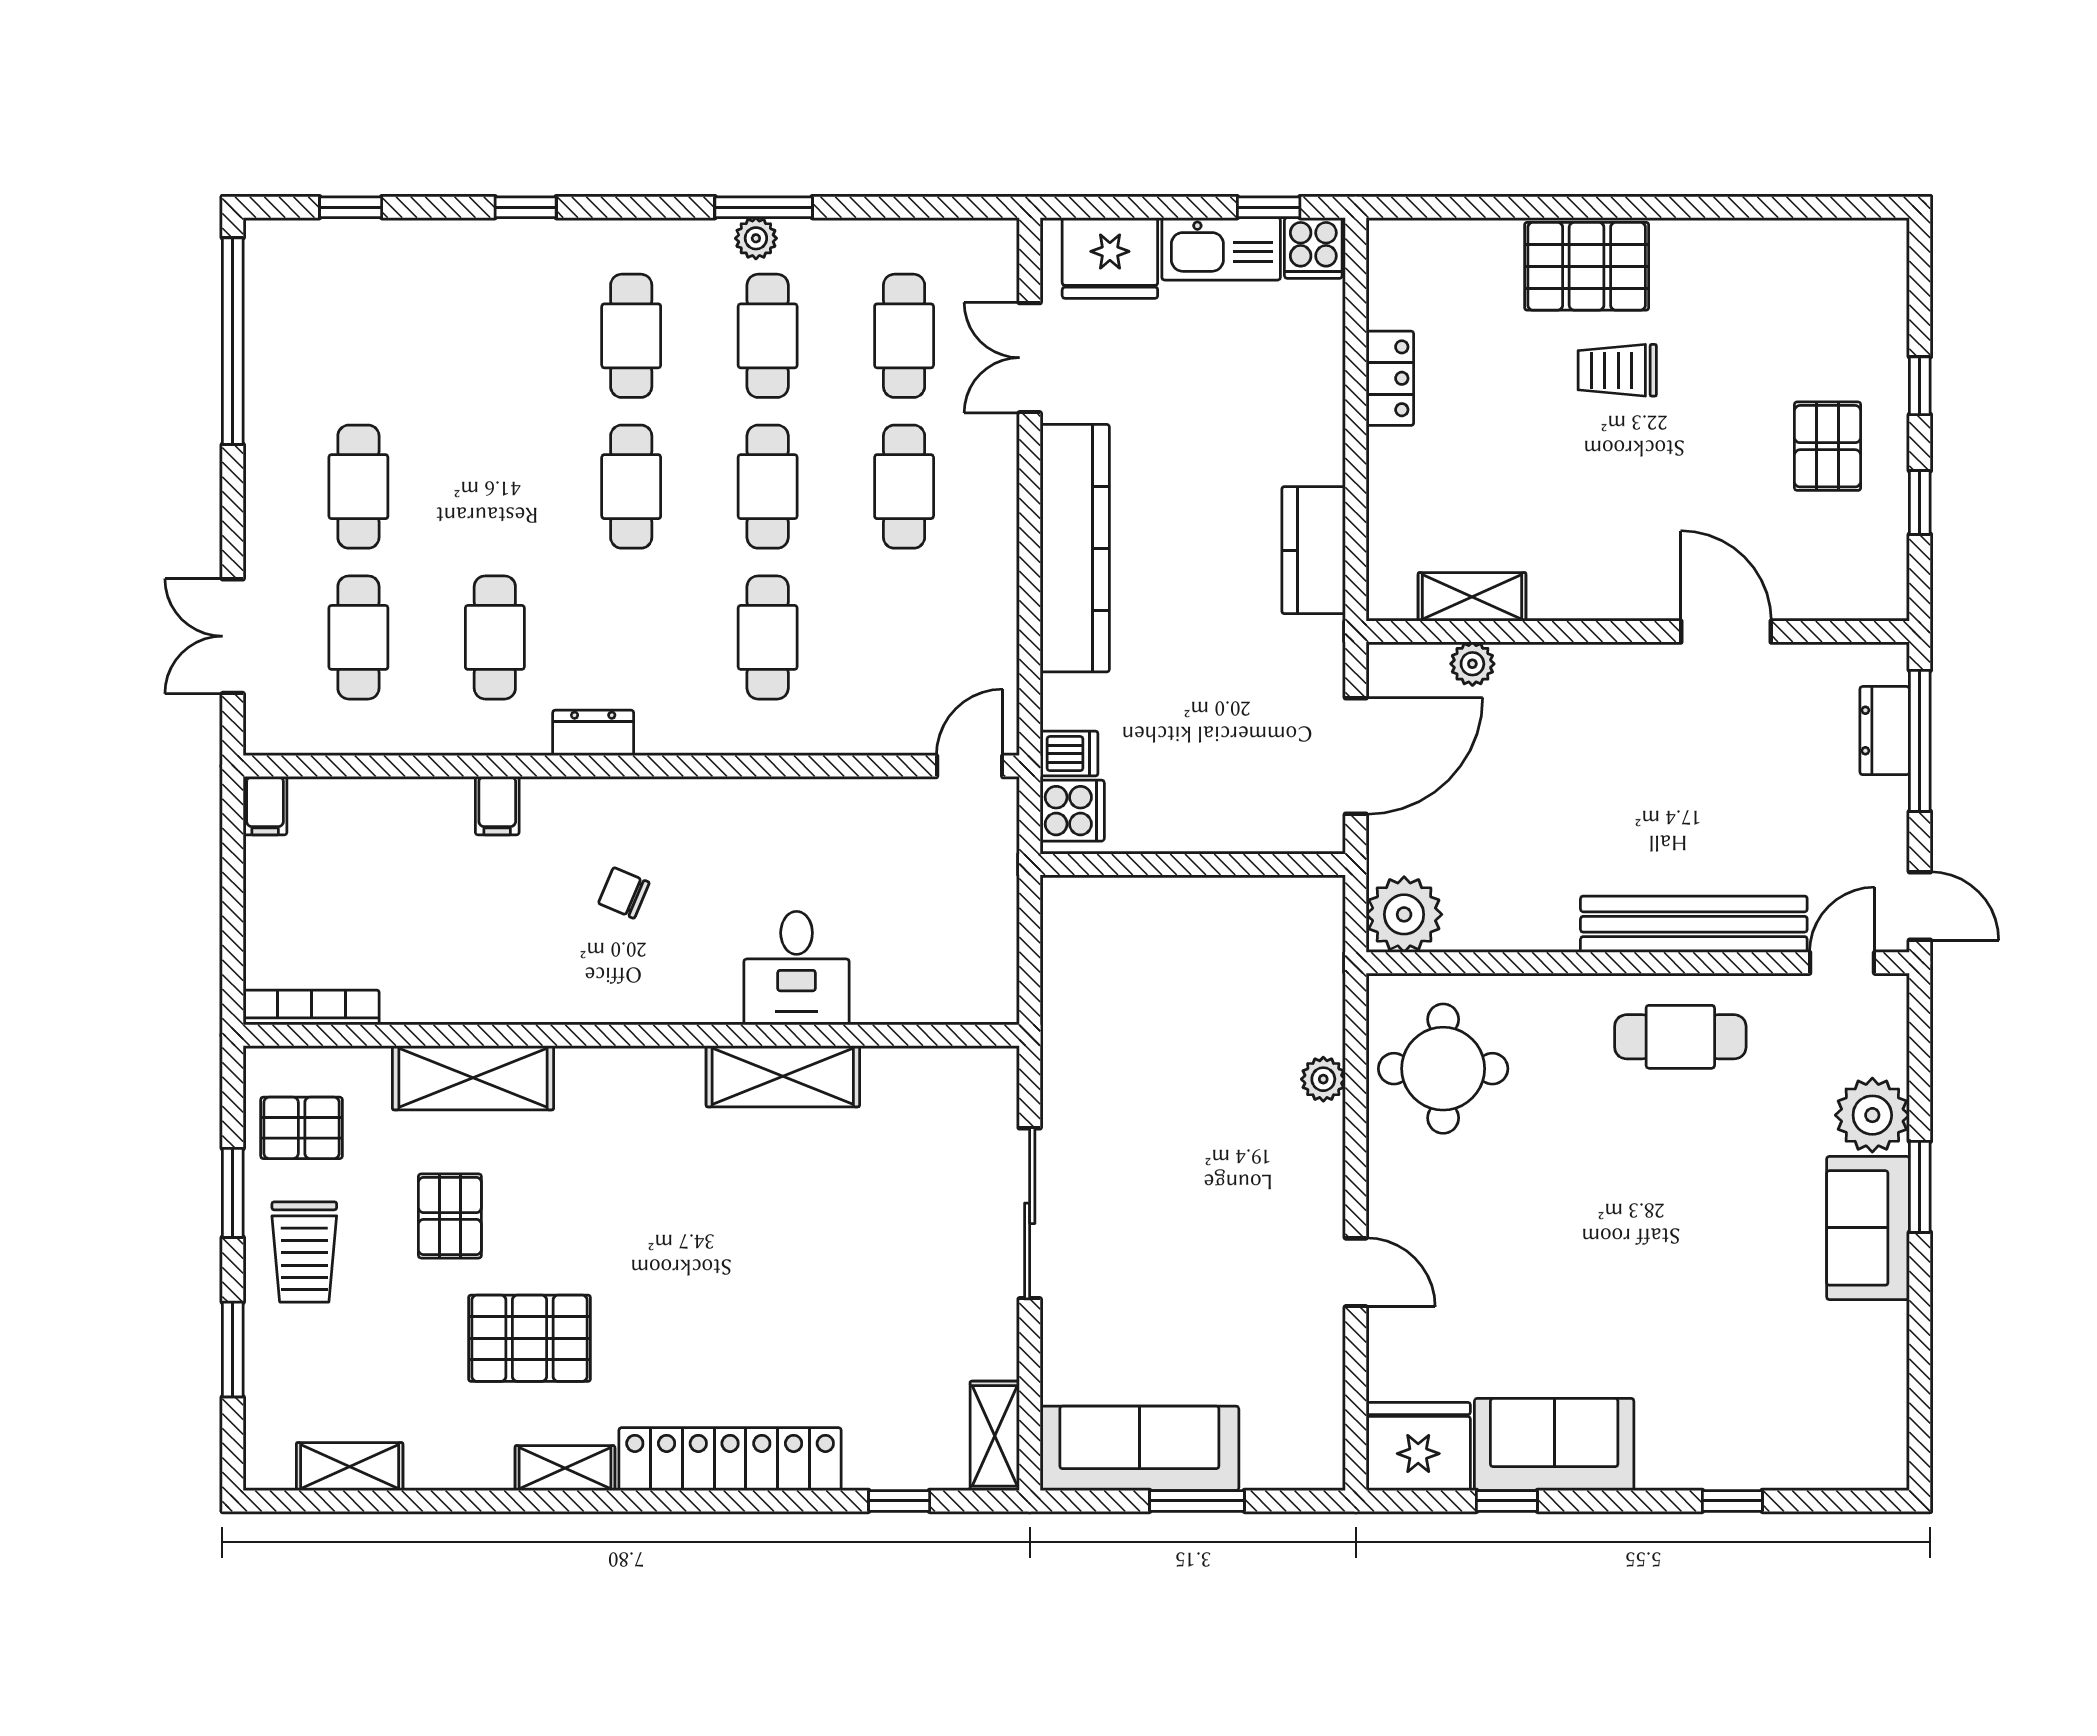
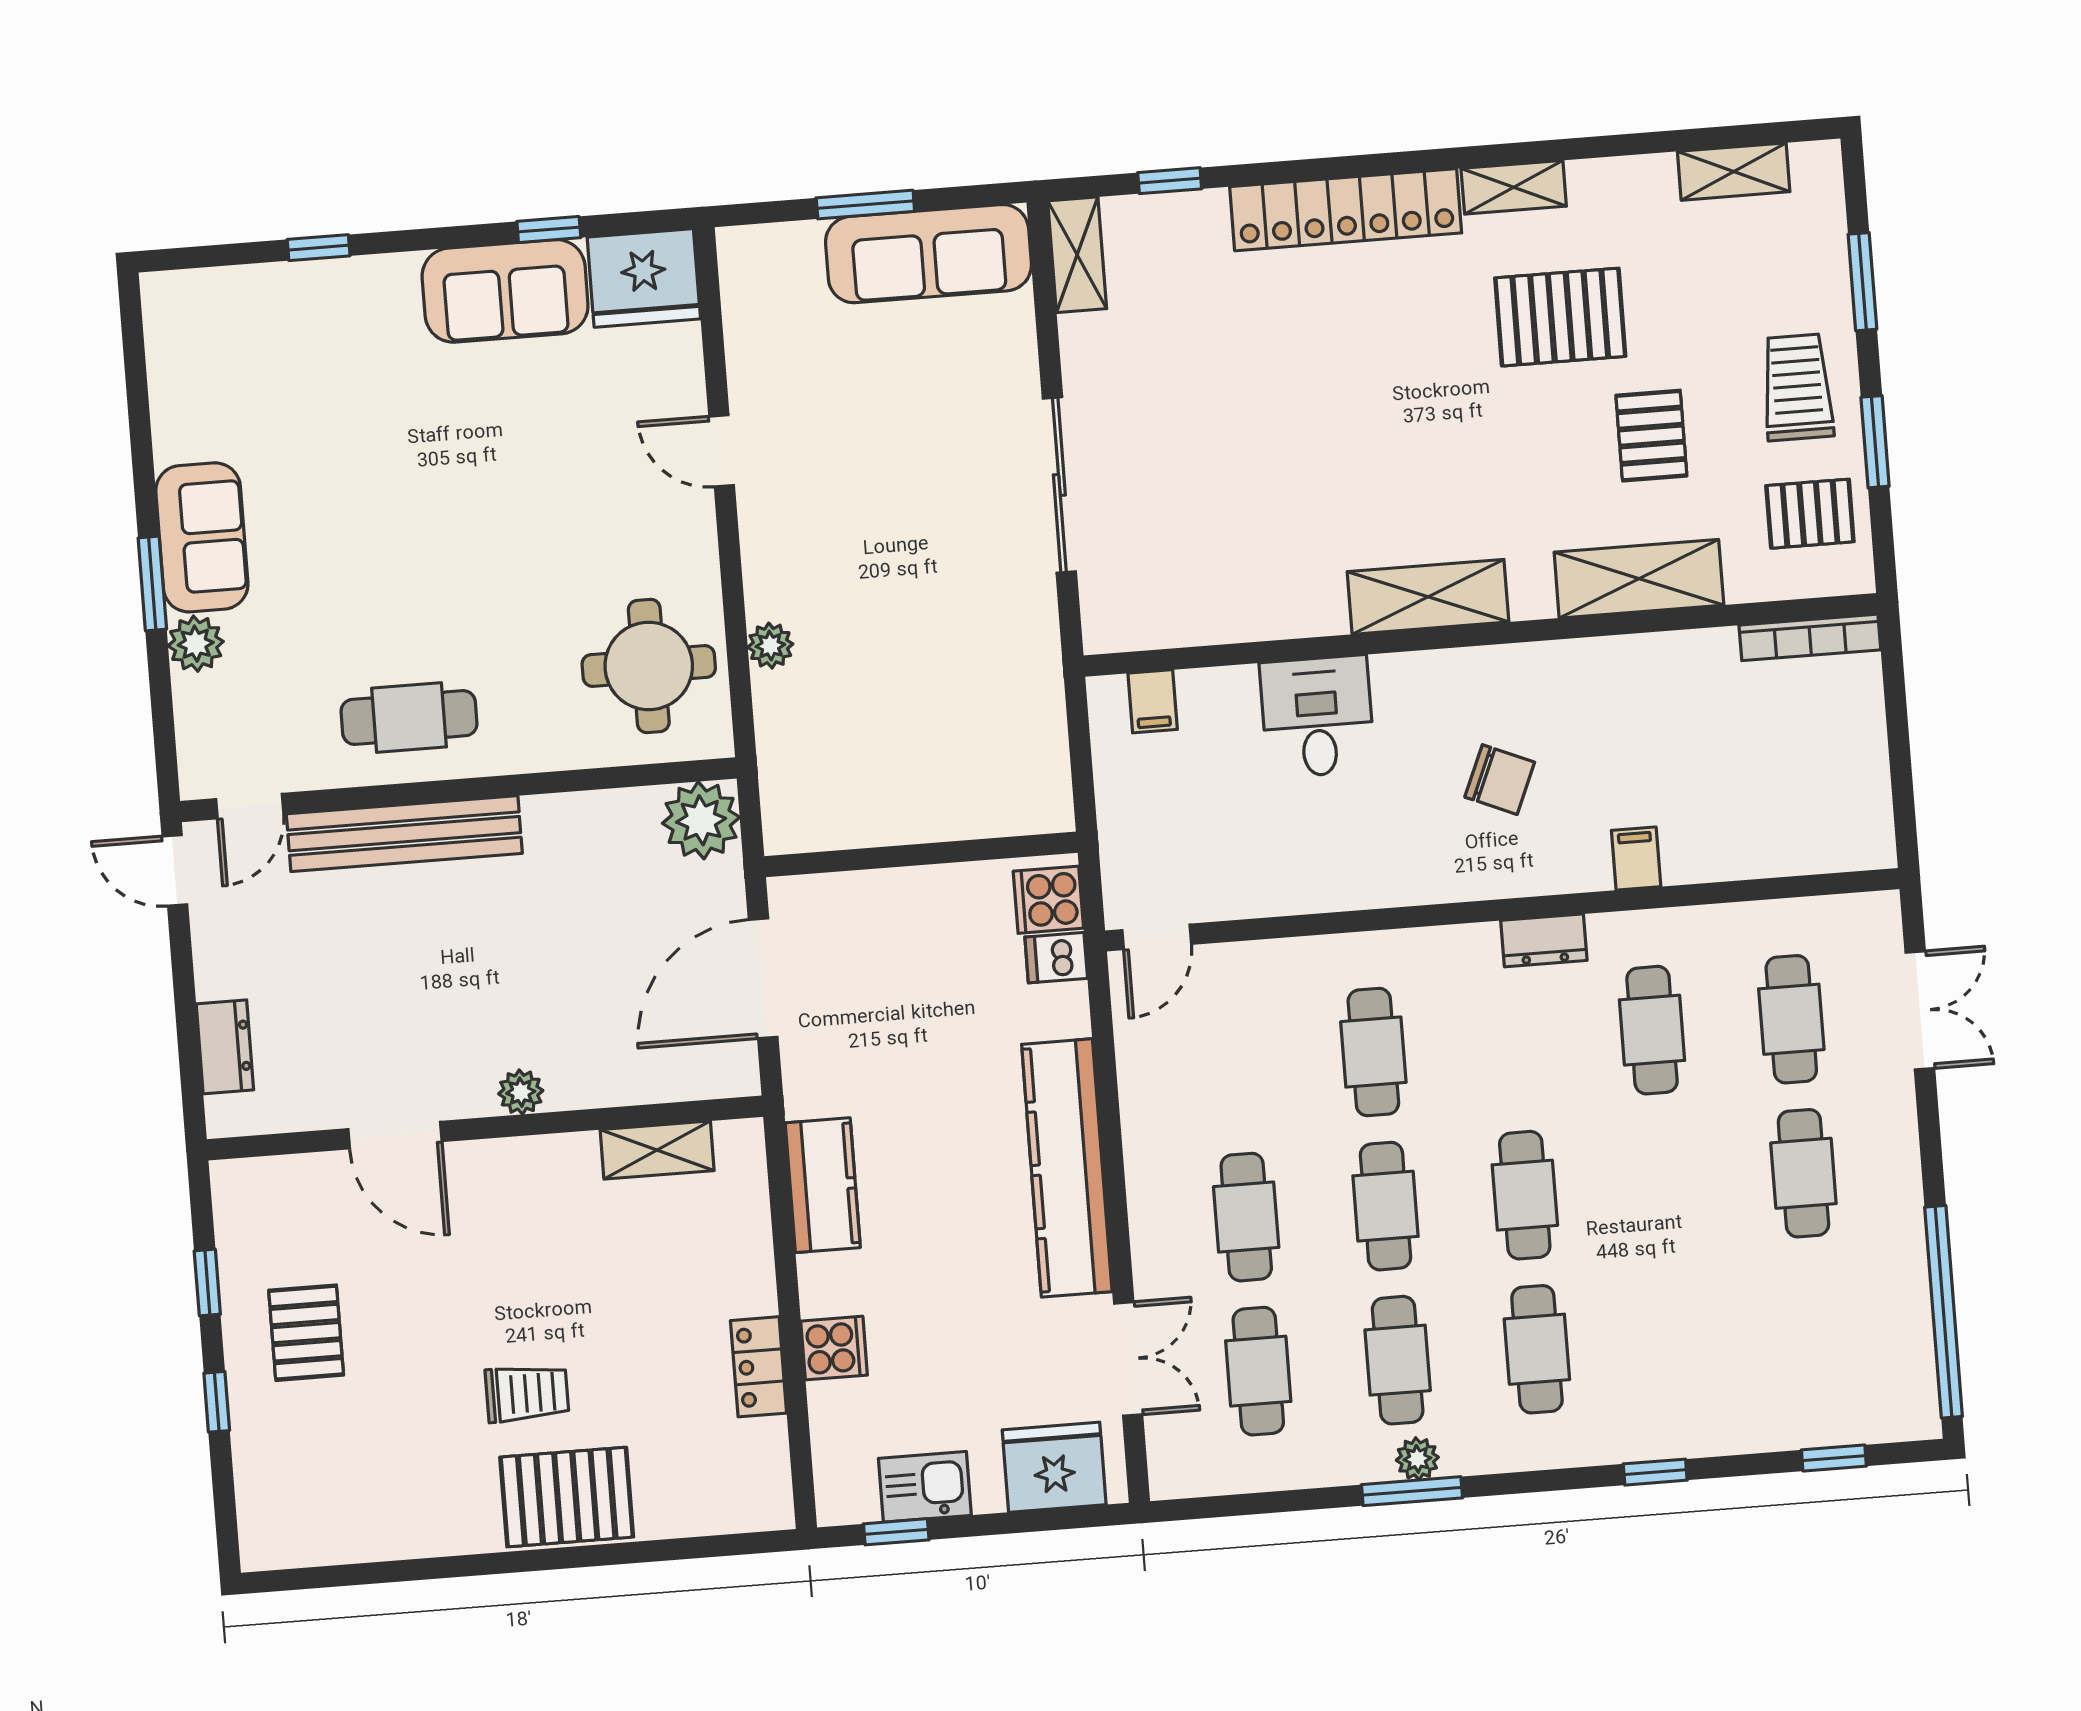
cooker: (1313, 248) -> (834, 1348), moved, turned 90
kitchen sink: (1221, 249) -> (925, 1487), width x0.73
plant: (1472, 664) -> (521, 1092), moved
window: (1920, 741) -> (188, 1039), removed
filing cabinet: (265, 806) -> (1153, 701), moved, turned 180
chair: (624, 893) -> (1500, 780), width x1.37, depth x1.37
shelving: (783, 1076) -> (1428, 597), moved
plant: (1872, 1115) -> (196, 644), width x0.73, depth x0.73

